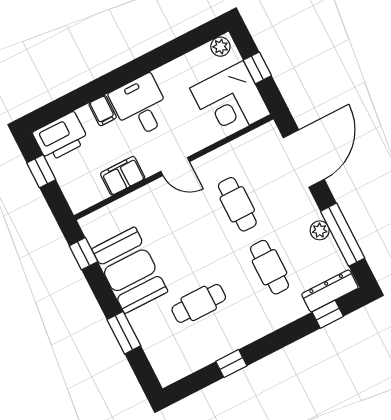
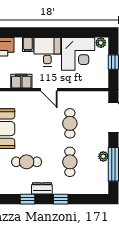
corner desk: (230, 101) -> (78, 54), moved, turned -90
dresser: (330, 291) -> (42, 188), moved, width x0.70
window: (328, 314) -> (61, 199), moved

